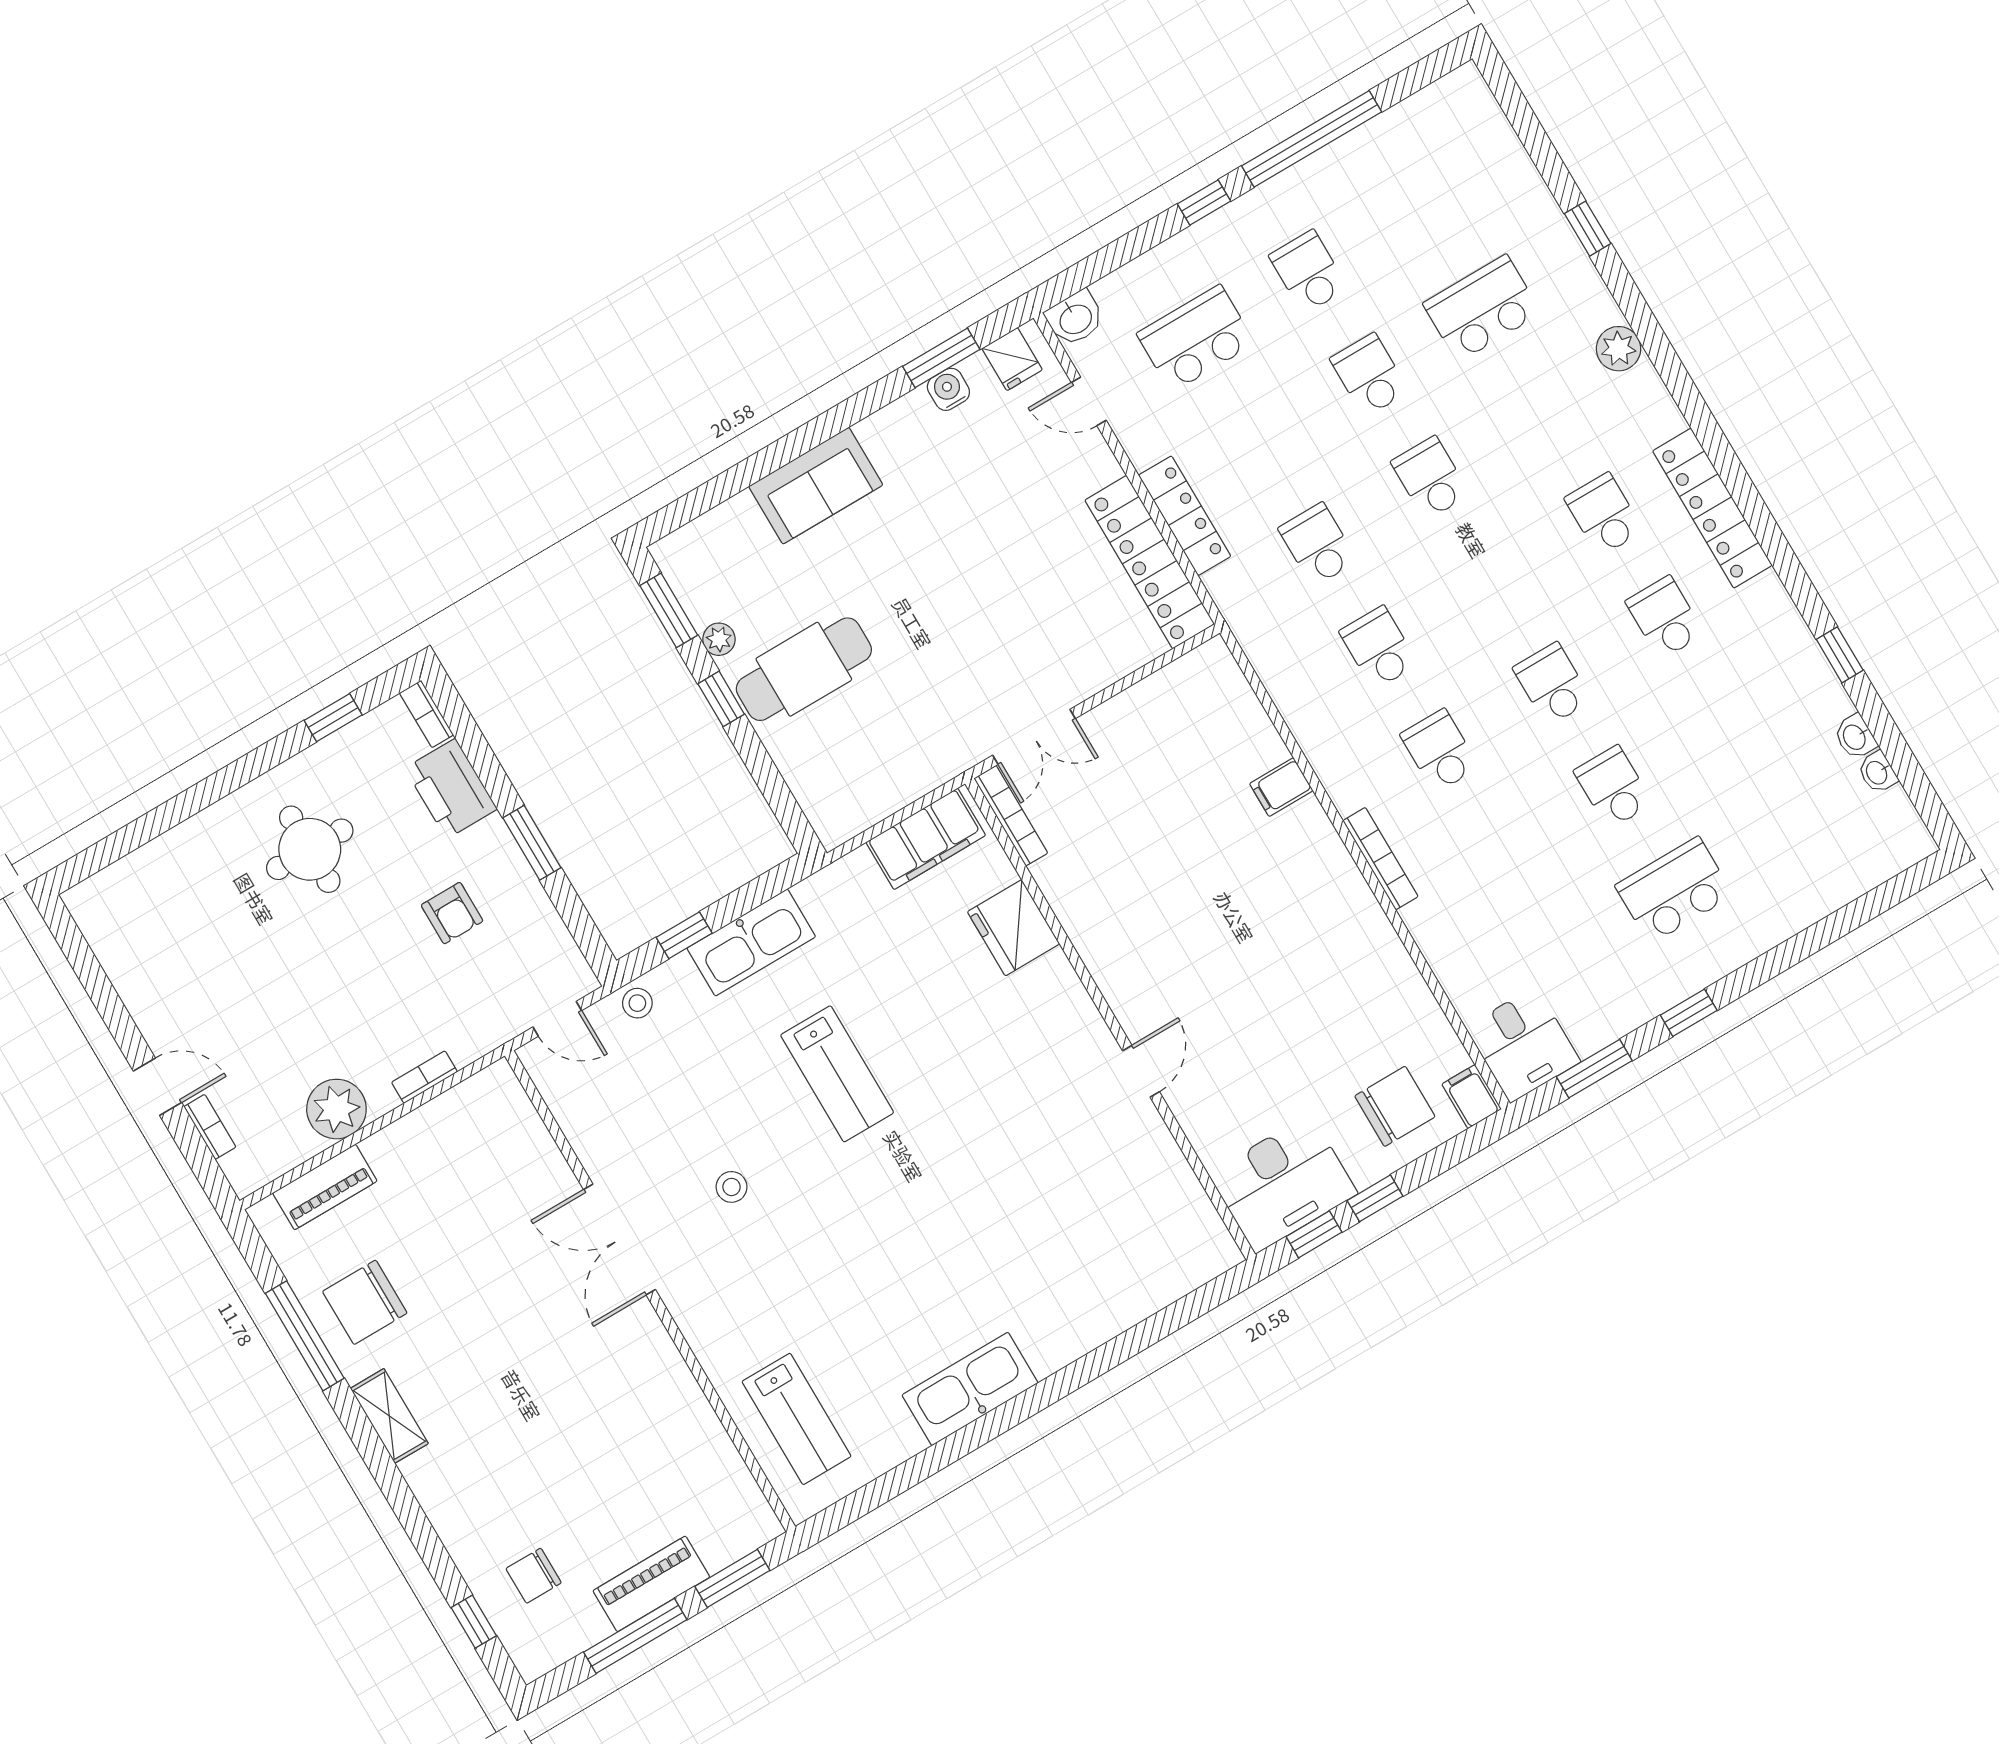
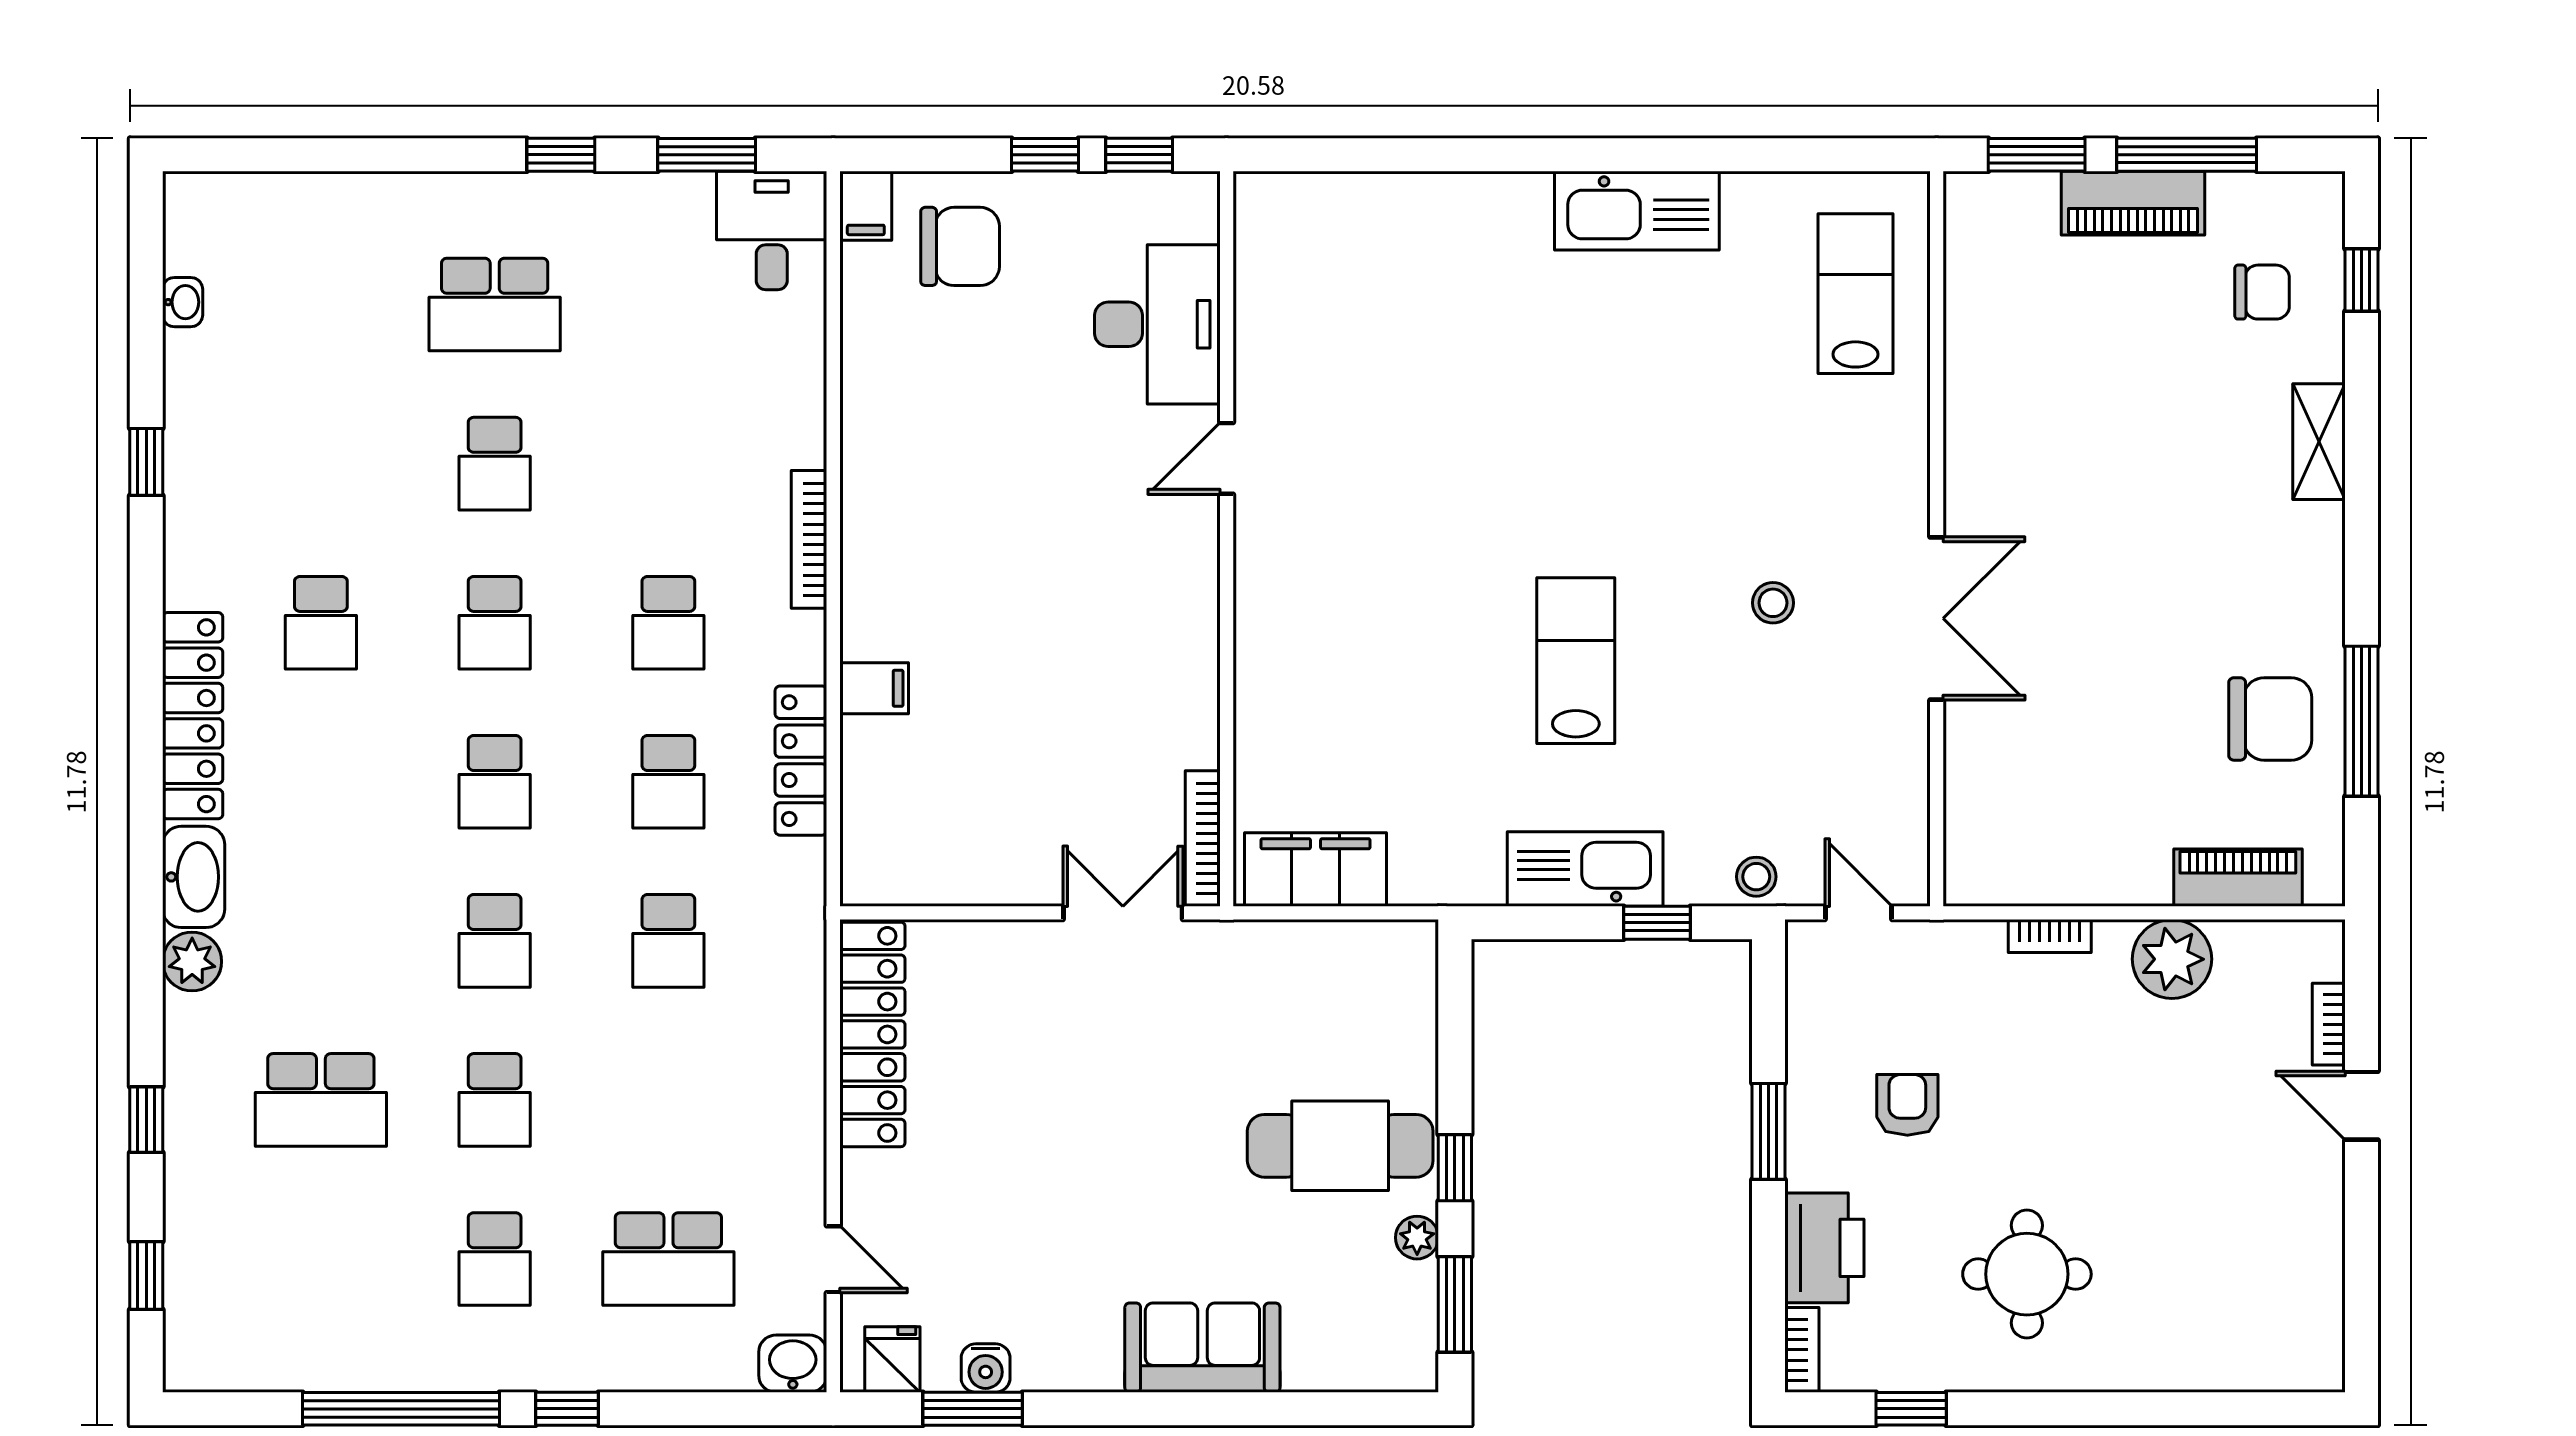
window: (1528, 128) -> (146, 1275), added
school desk: (1604, 514) -> (495, 782), moved
locker: (1185, 516) -> (801, 761), moved
washbasin: (1855, 737) -> (194, 877), moved, width x1.91, depth x1.45
fridge: (1014, 928) -> (1275, 708), removed
chair: (1395, 1106) -> (960, 246), turned 180
desk: (1283, 1184) -> (1157, 324), moved, turned 90
shelving: (389, 1416) -> (2319, 442), moved

